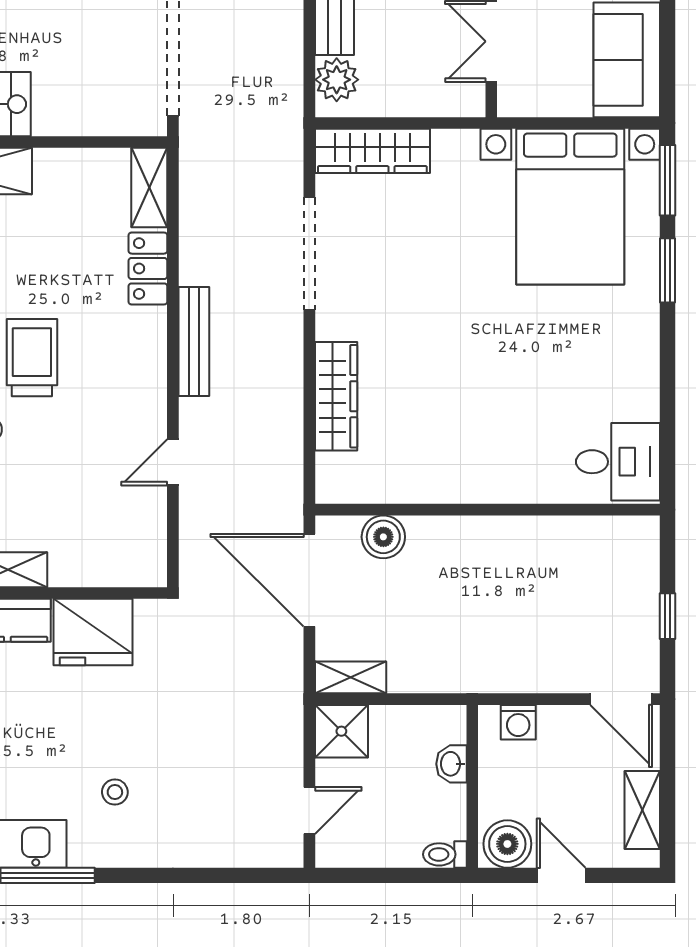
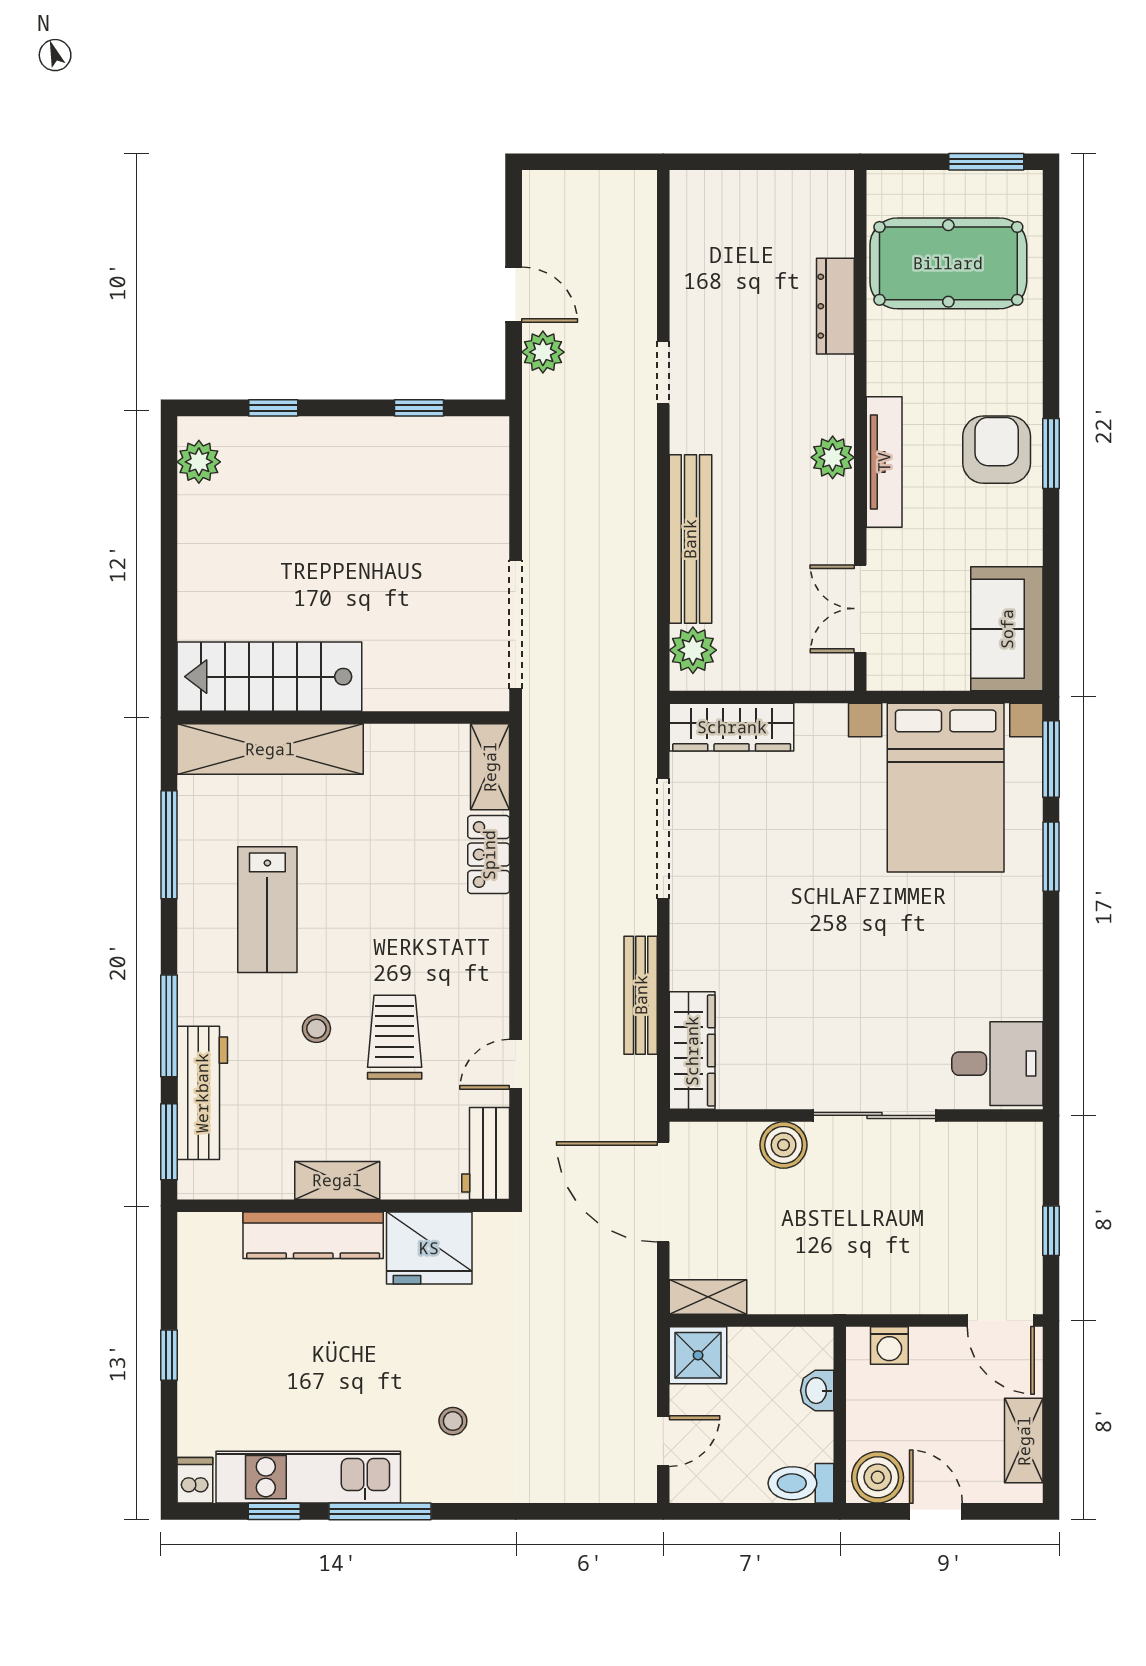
bench: (194, 341) -> (641, 995), moved
trolley: (32, 358) -> (395, 1037), moved
wardrobe: (336, 396) -> (692, 1051), moved
sliding door: (504, 510) -> (874, 1115), added
boiler: (383, 537) -> (784, 1145), moved
workbench: (145, 545) -> (486, 1153), added
toilet: (445, 854) -> (801, 1483), width x1.37, depth x1.39

